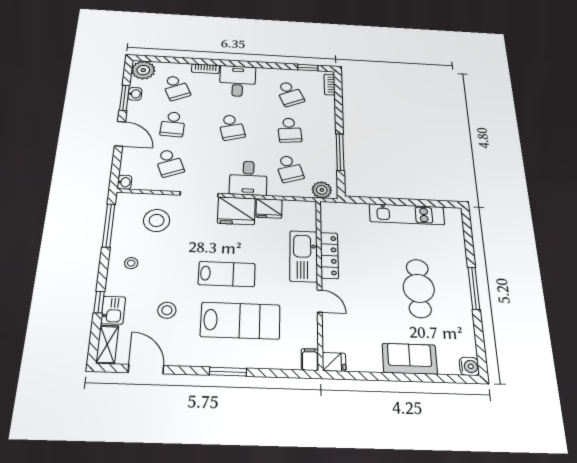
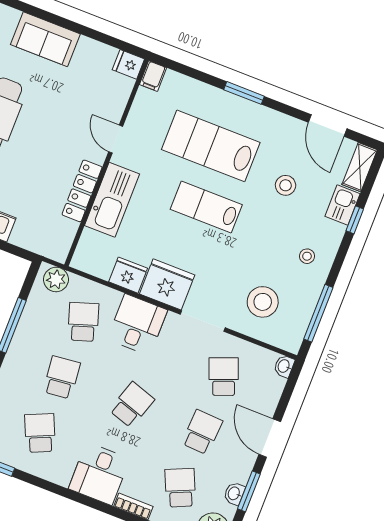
school desk: (231, 127) -> (132, 405), turned 33

